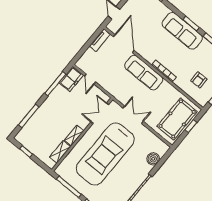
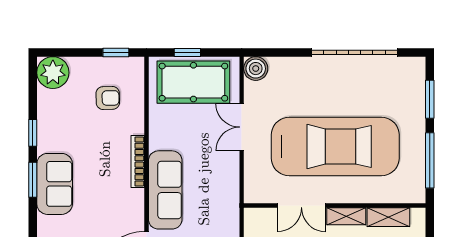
sofa: (182, 31) -> (55, 184), width x0.73
double door: (100, 113) -> (301, 205), moved
double door: (133, 115) -> (242, 127), moved
boiler: (153, 159) -> (256, 69), moved

